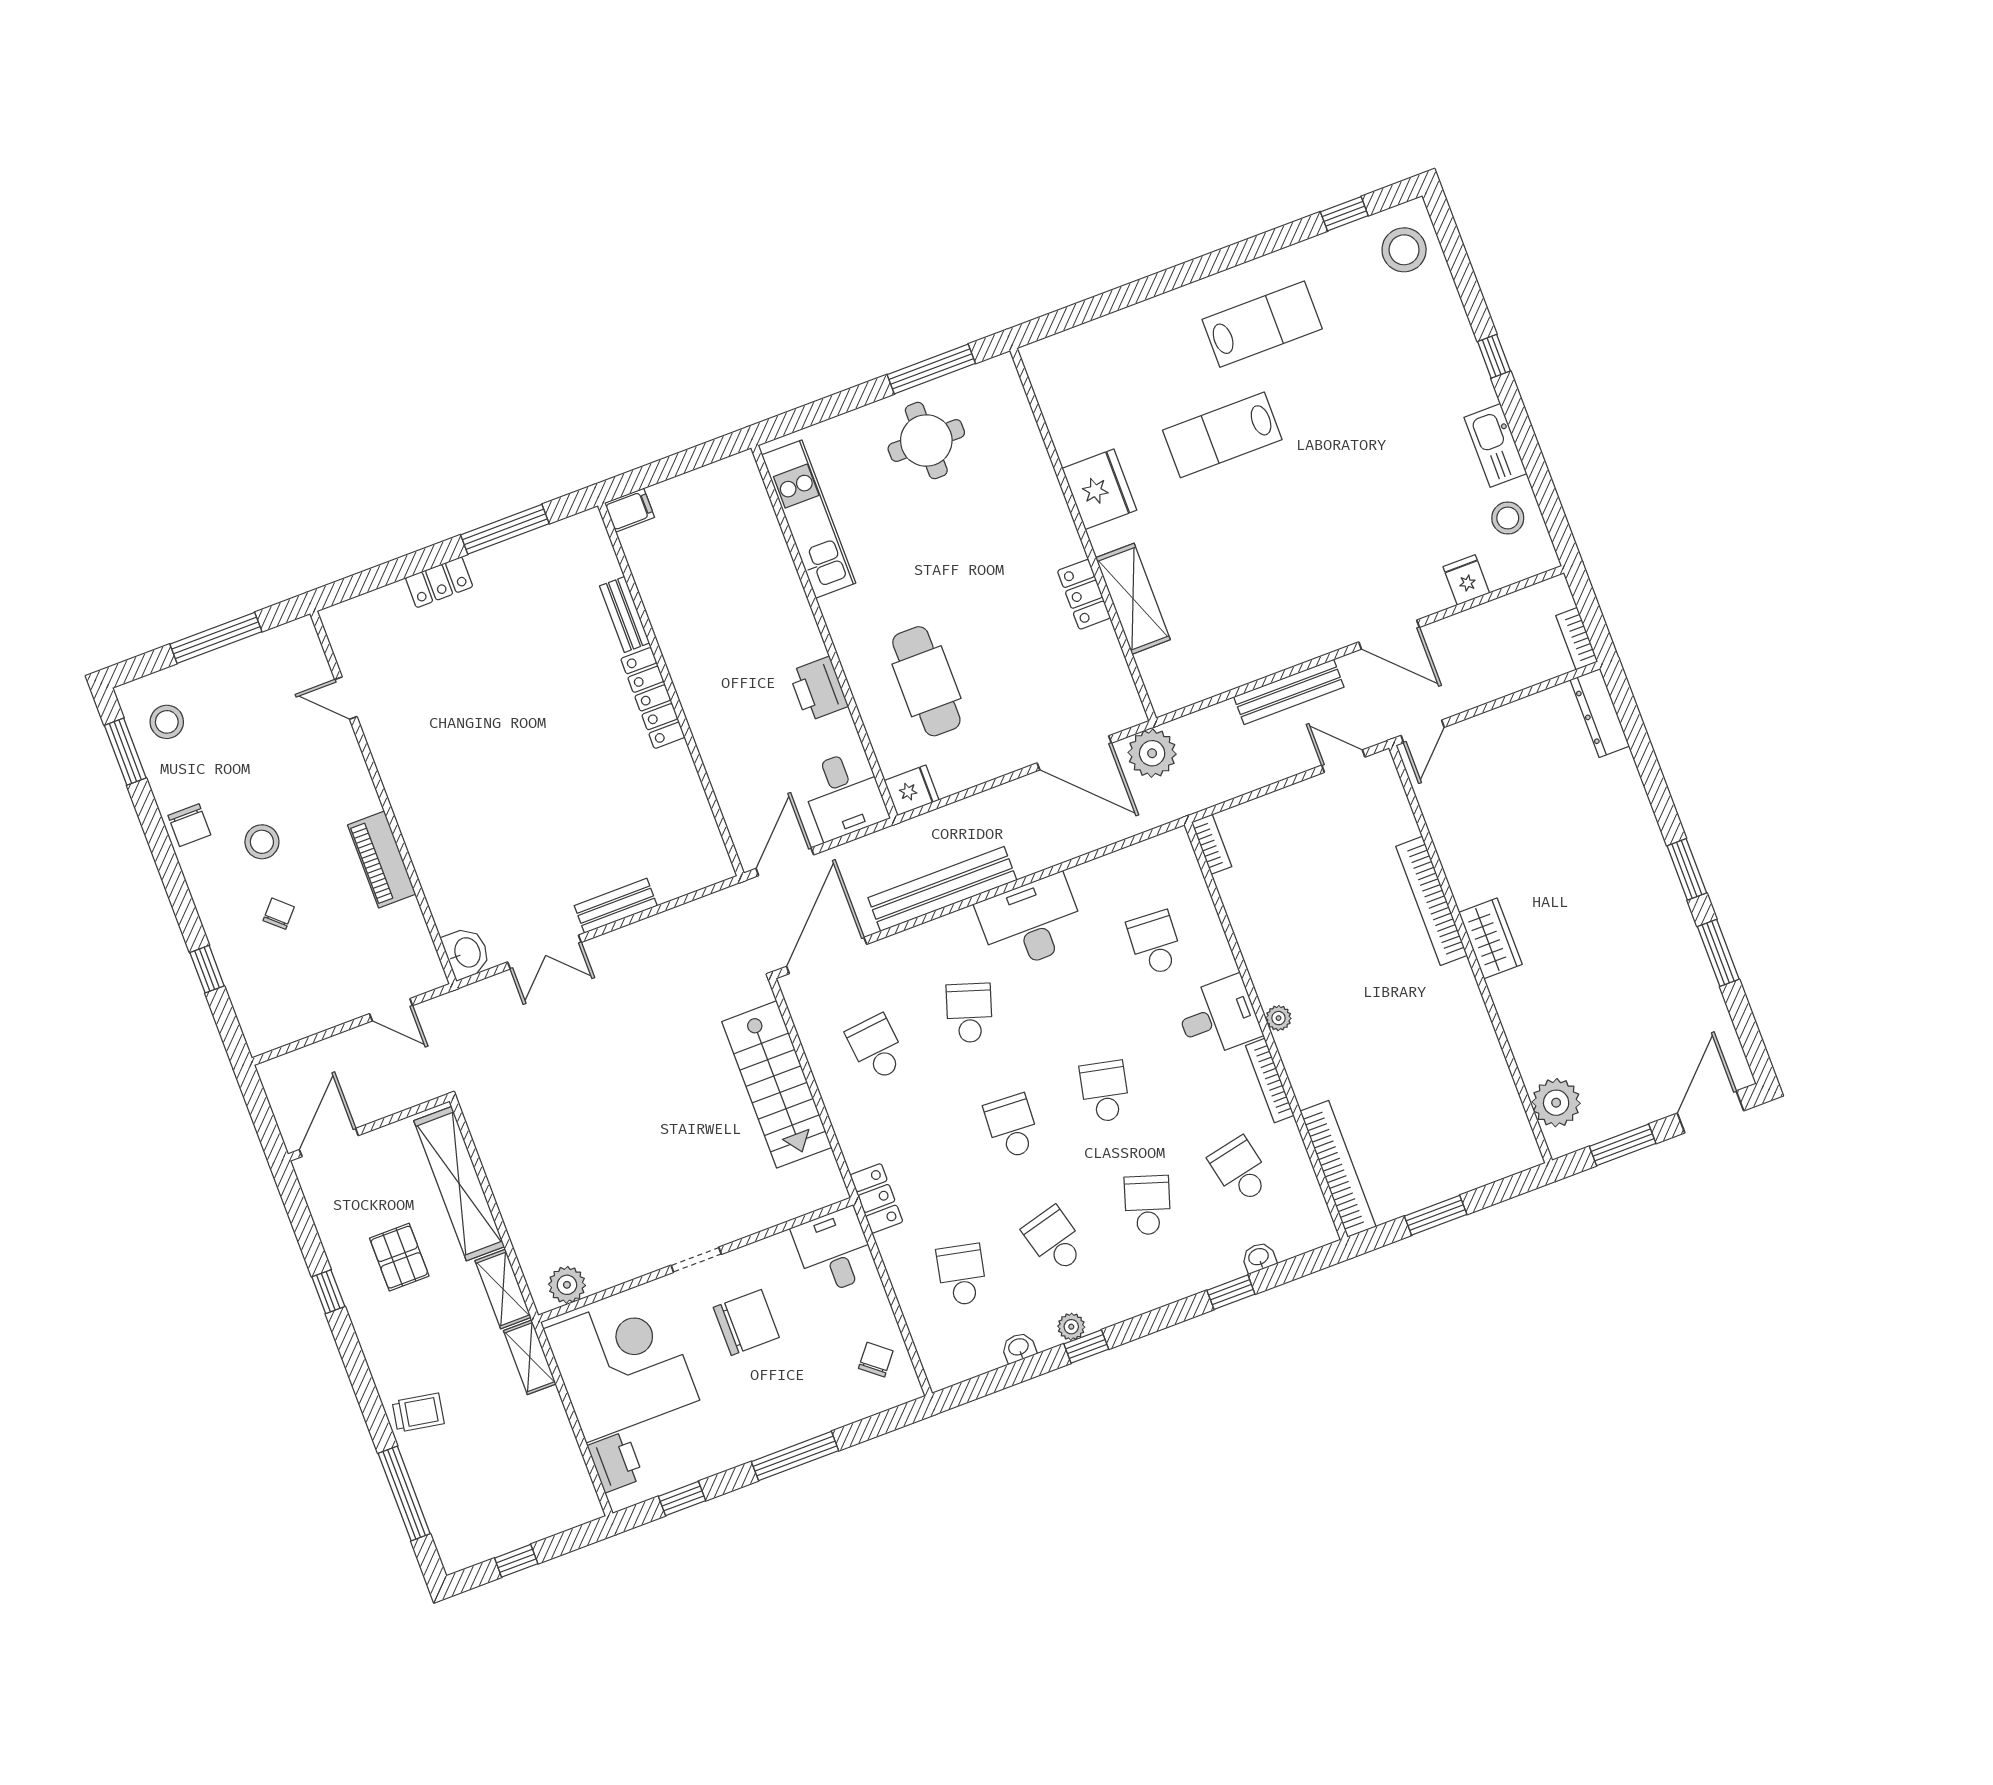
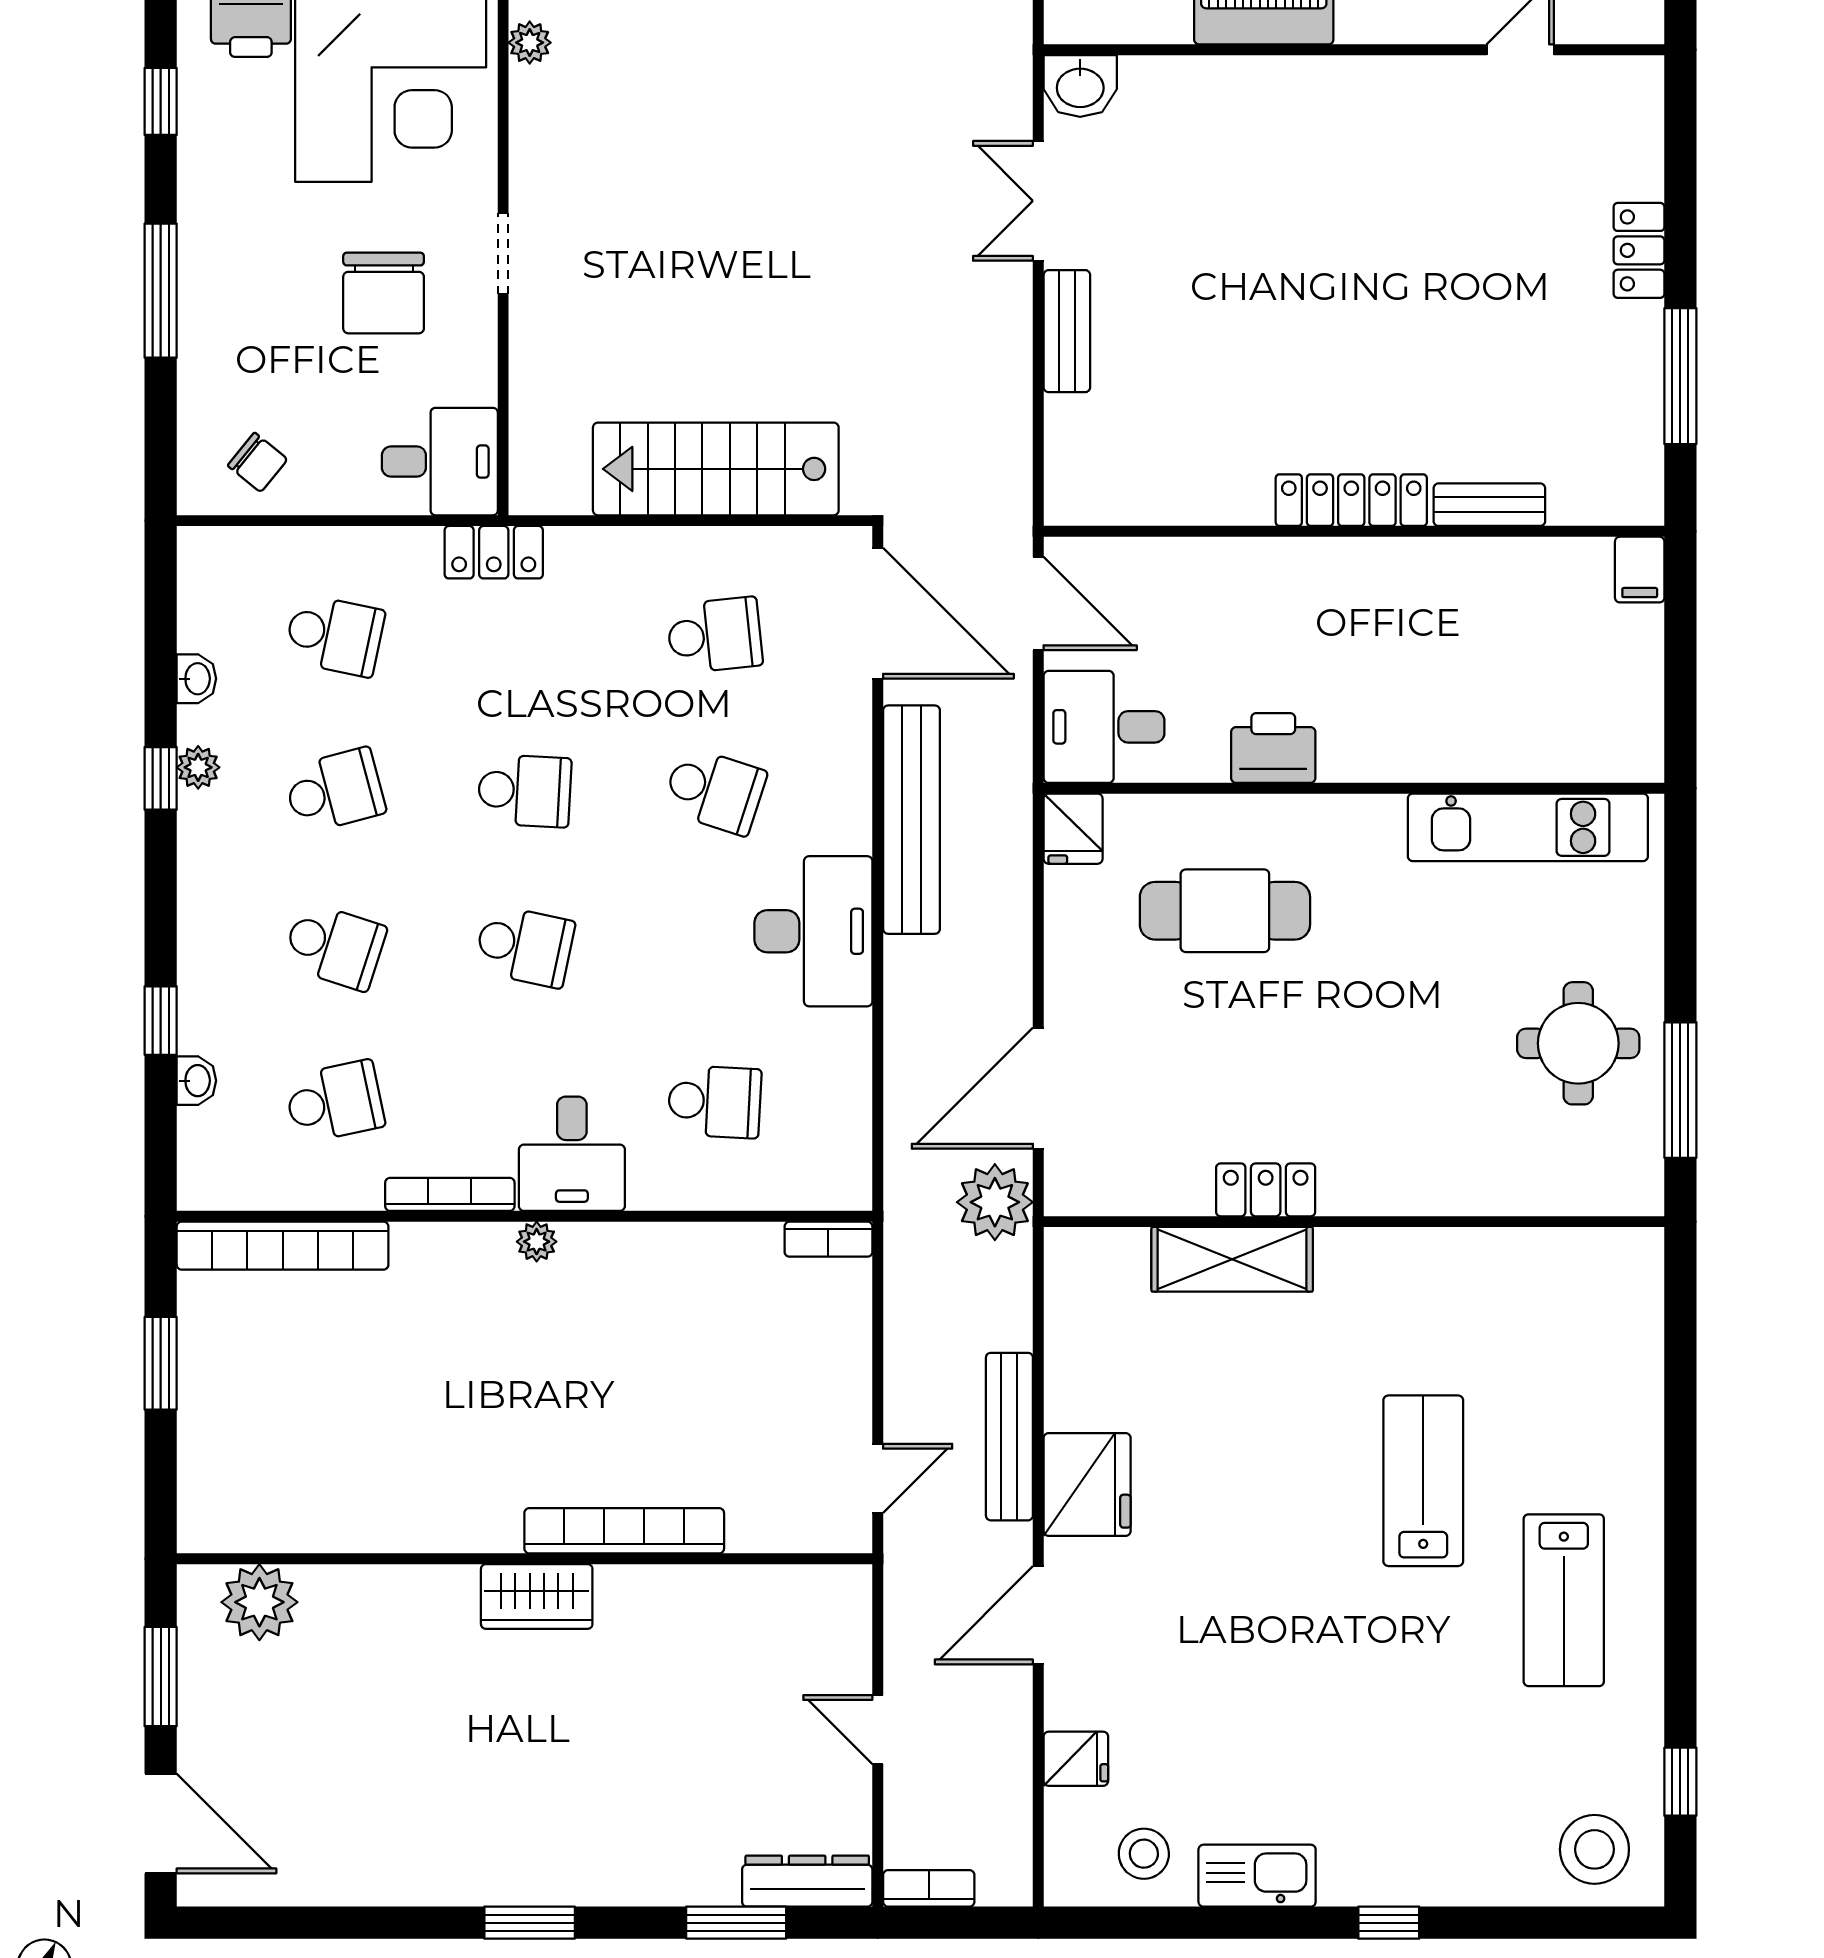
fridge: (1099, 489) -> (1087, 1484), moved, turned -90
door: (1423, 731) -> (878, 1730), moved
window: (1718, 953) -> (736, 1923), moved
plant: (567, 1285) -> (530, 43), width x0.73, depth x0.73

